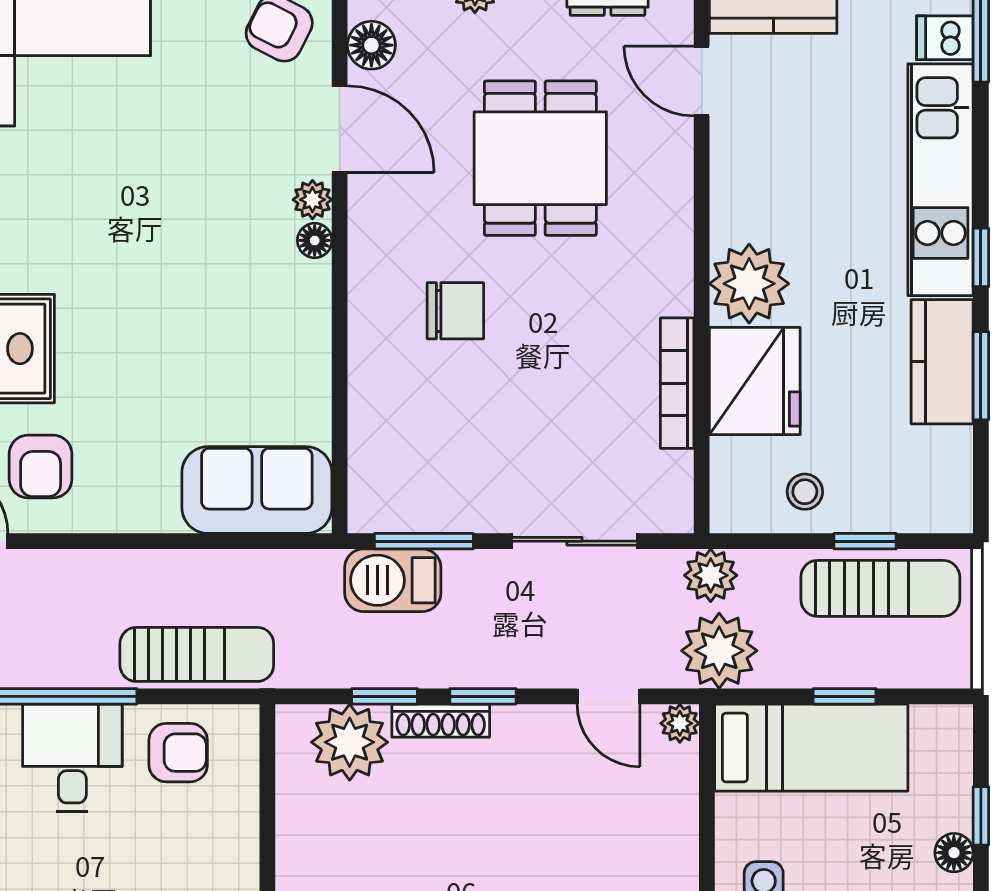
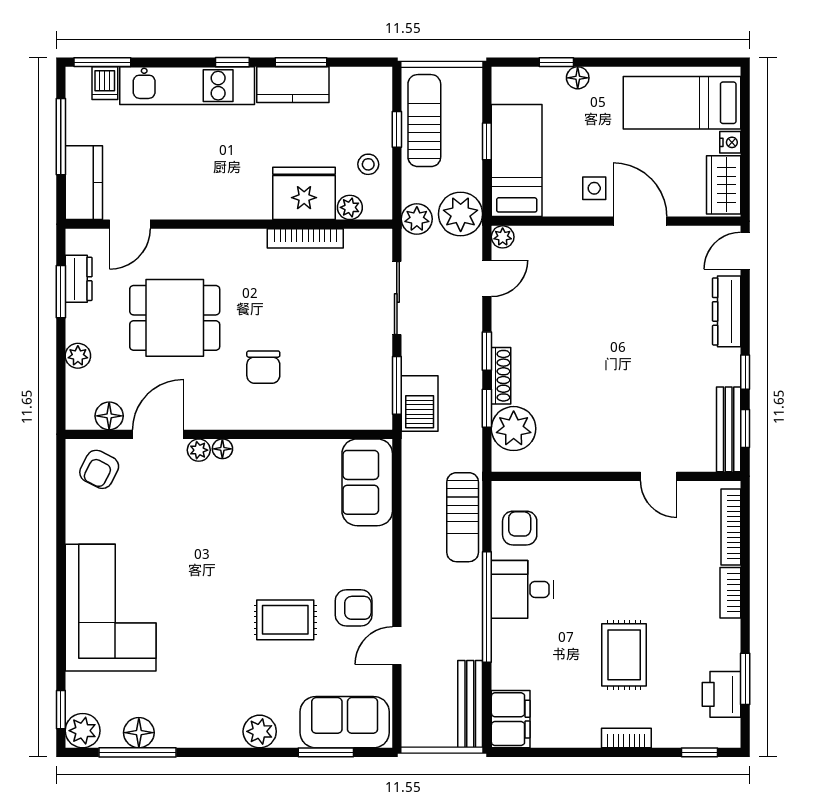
plant: (749, 284) -> (350, 207), moved, width x0.53, depth x0.53
chair: (455, 311) -> (263, 367), turned 180
sun lounger: (197, 654) -> (463, 517), turned 180

